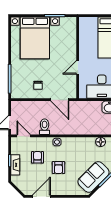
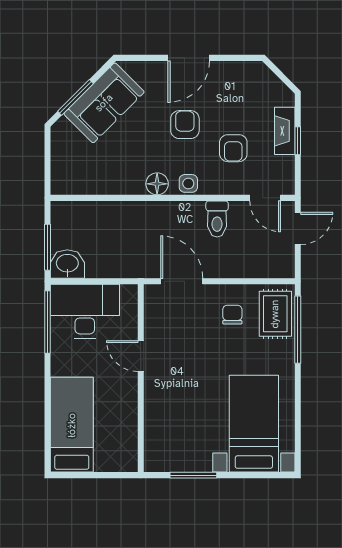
bed with nightstands: (35, 38) -> (254, 424), width x0.73
door: (78, 67) -> (141, 356), swing flipped
rug: (19, 86) -> (275, 314), added
floor lamp: (101, 142) -> (157, 184), moved
door: (41, 196) -> (189, 58), moved

